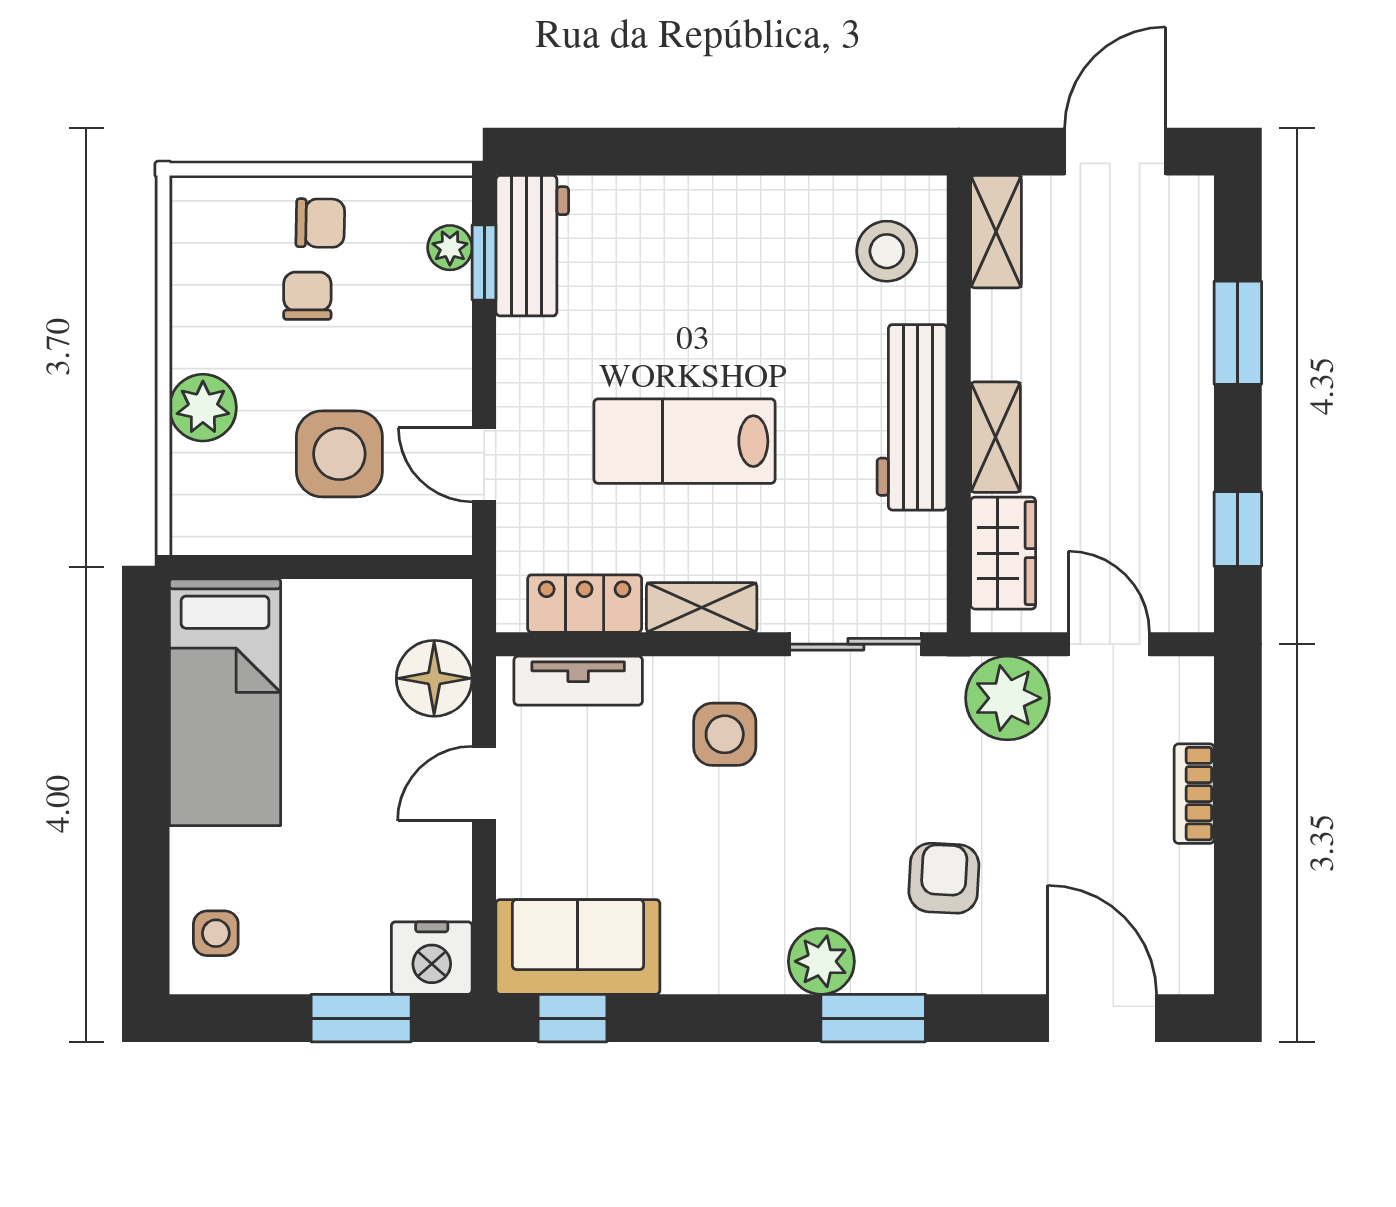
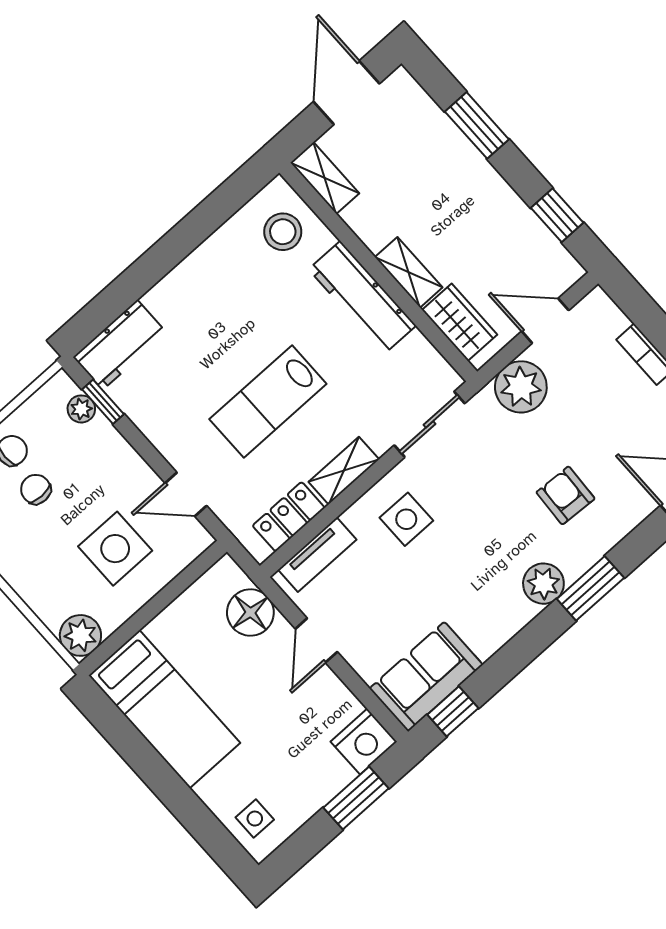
workbench: (532, 246) -> (120, 345), moved, turned 90
plant: (203, 408) -> (80, 635), moved

